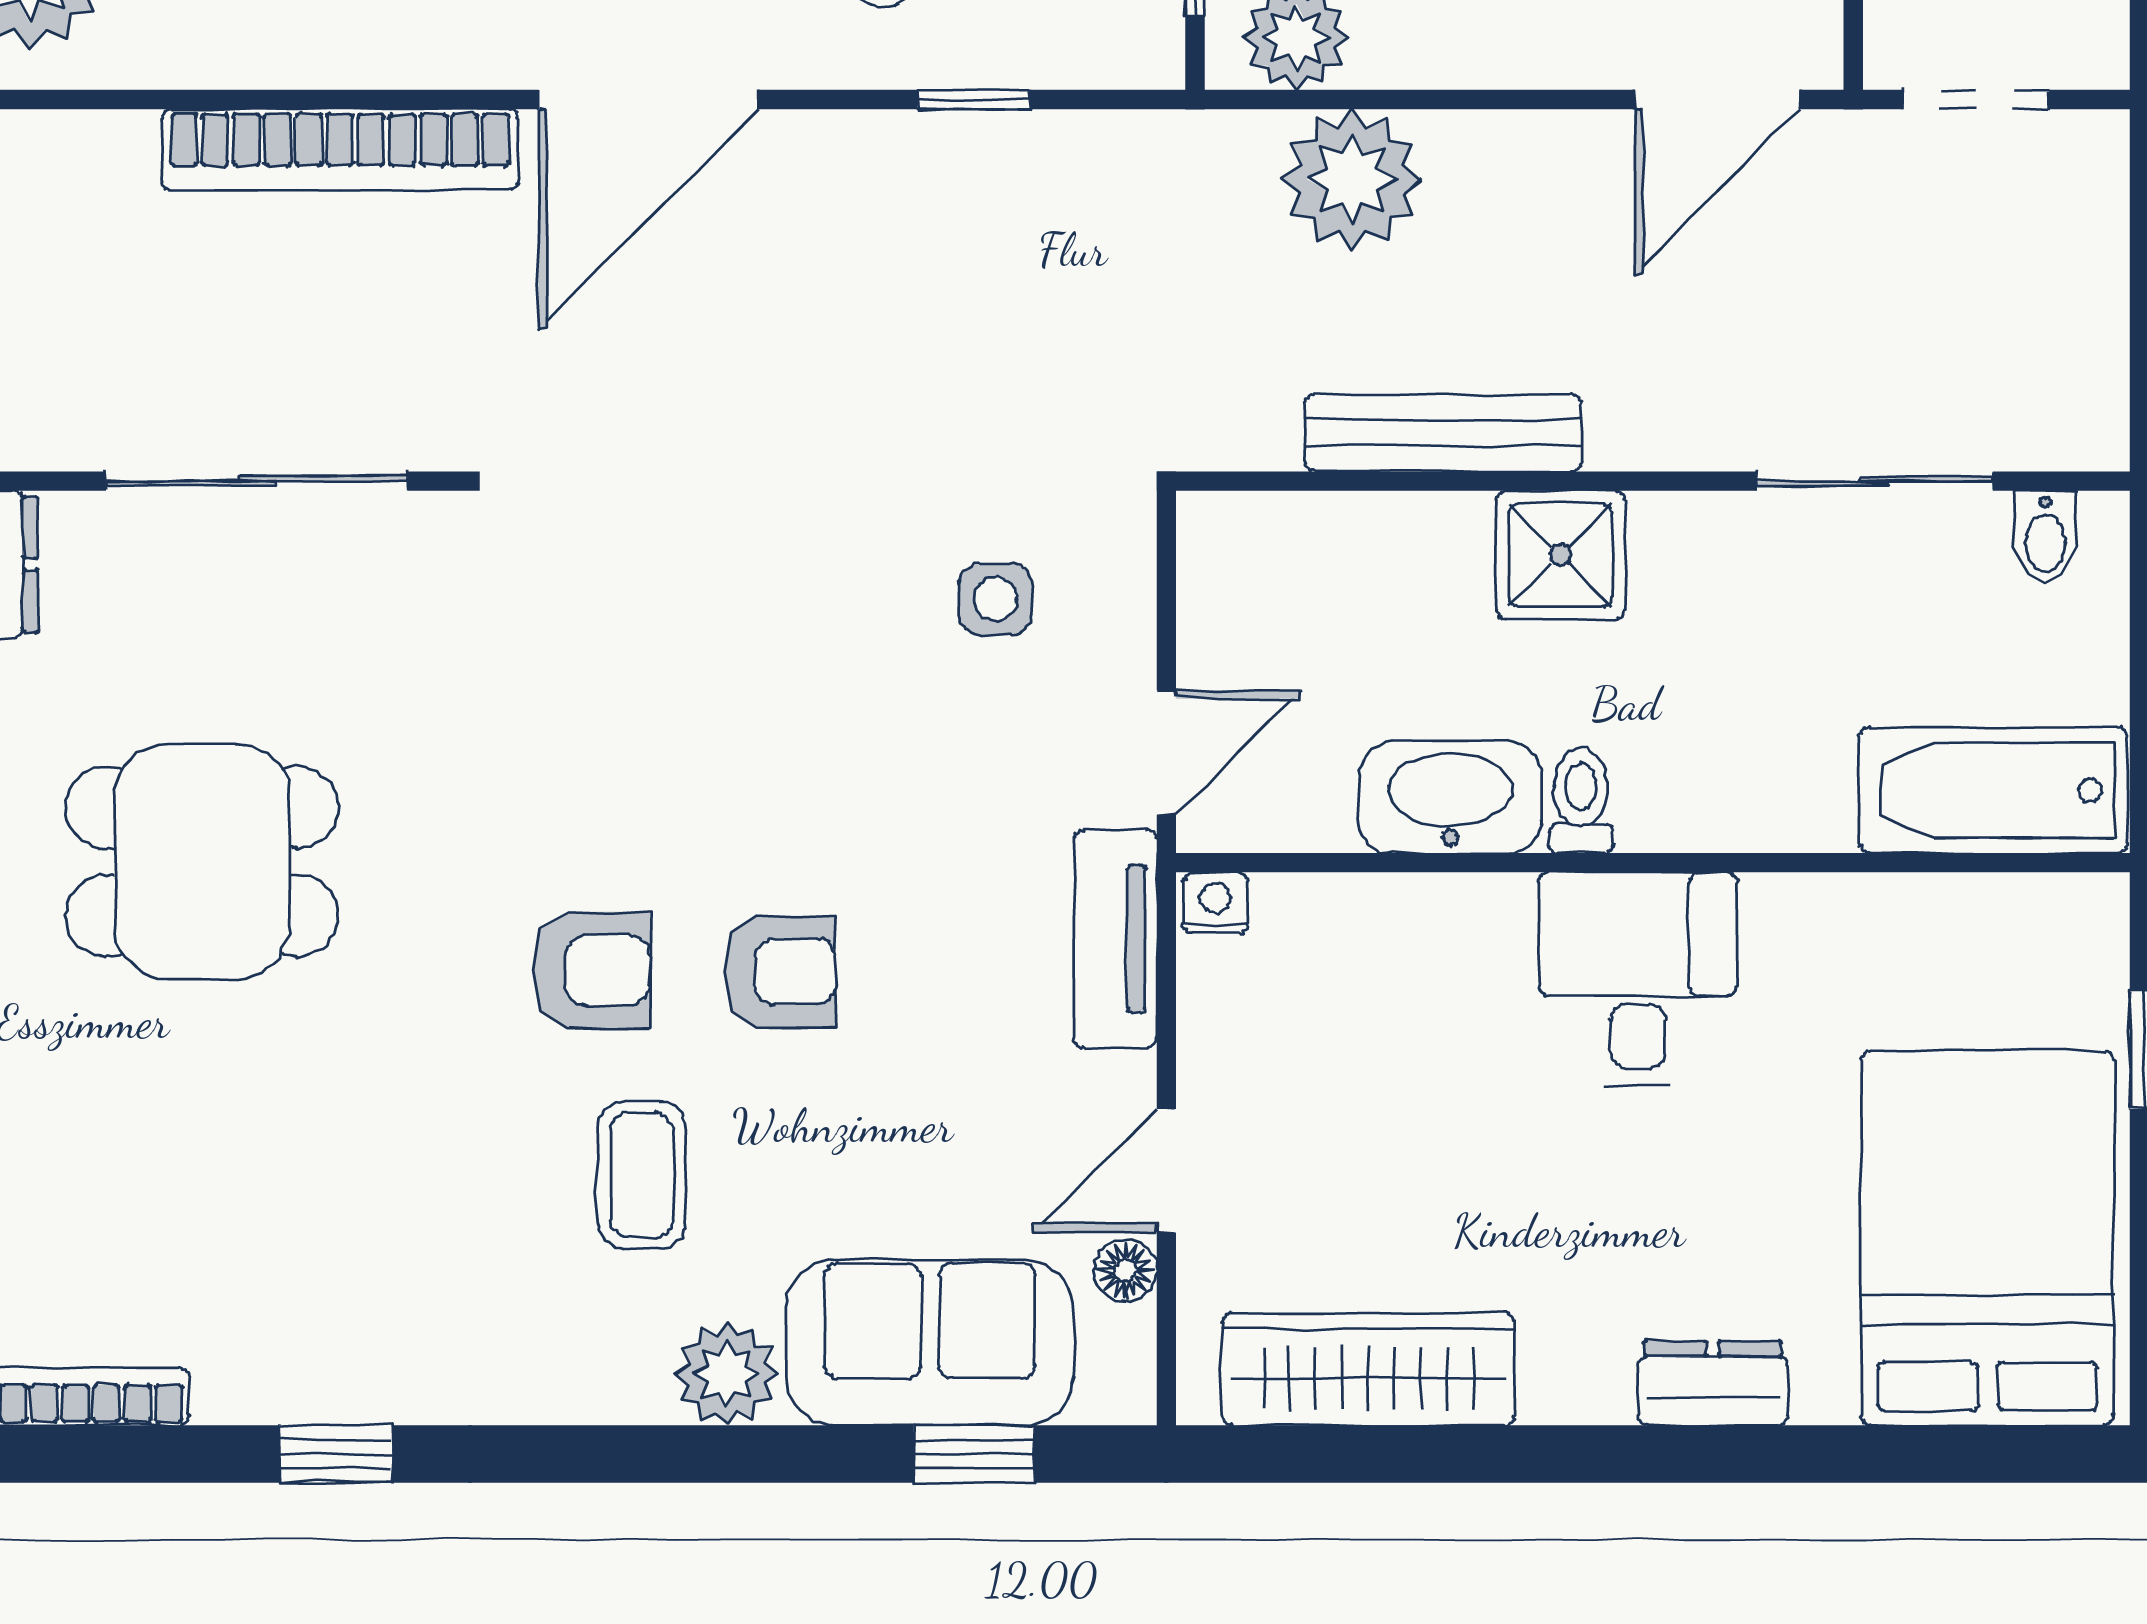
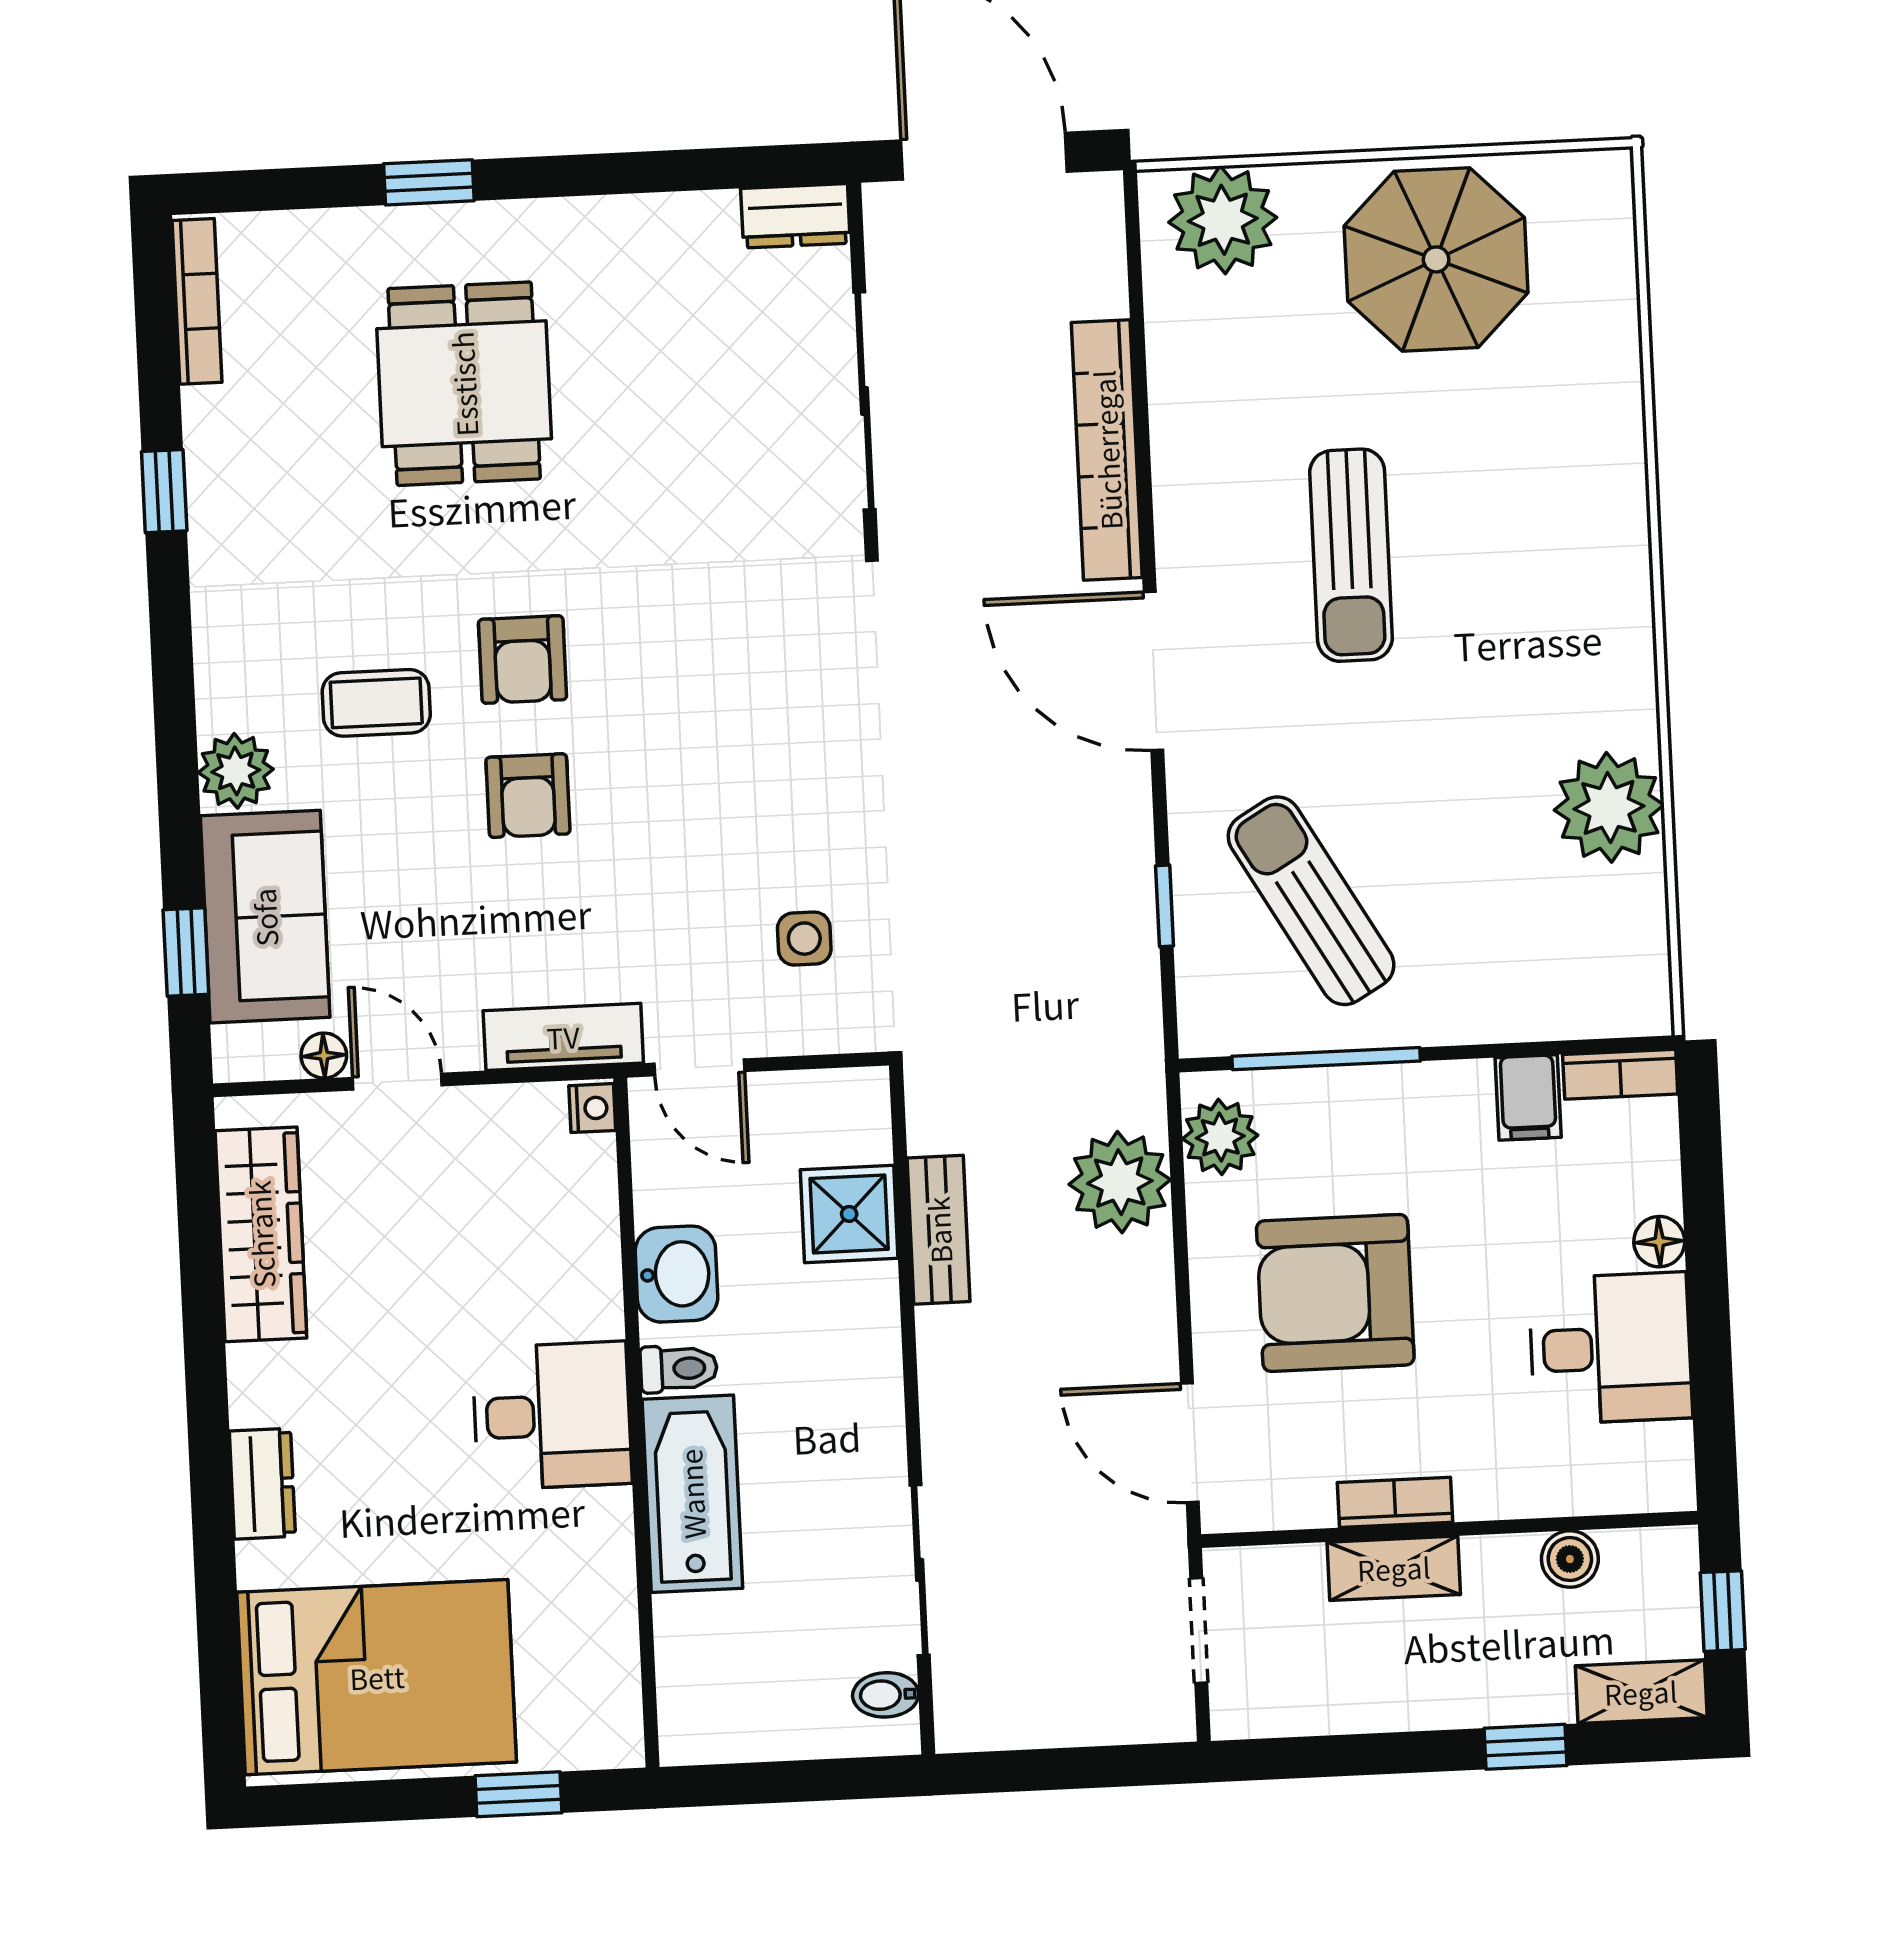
bench: (1443, 433) -> (939, 1230), width x0.73
shower: (1561, 555) -> (849, 1214), moved
bathtub: (1993, 790) -> (692, 1494), moved
washbasin: (1450, 798) -> (676, 1274), width x0.72
dining table: (202, 861) -> (464, 384), moved

